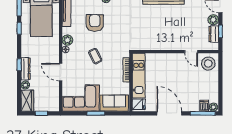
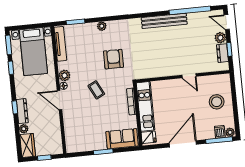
armchair: (95, 23) -> (113, 59), moved
door: (191, 52) -> (189, 76), moved
stool: (208, 63) -> (217, 102), moved
door: (61, 72) -> (60, 100), moved
corner sofa: (81, 98) -> (85, 137), removed
door: (169, 113) -> (183, 144), hinge flipped

